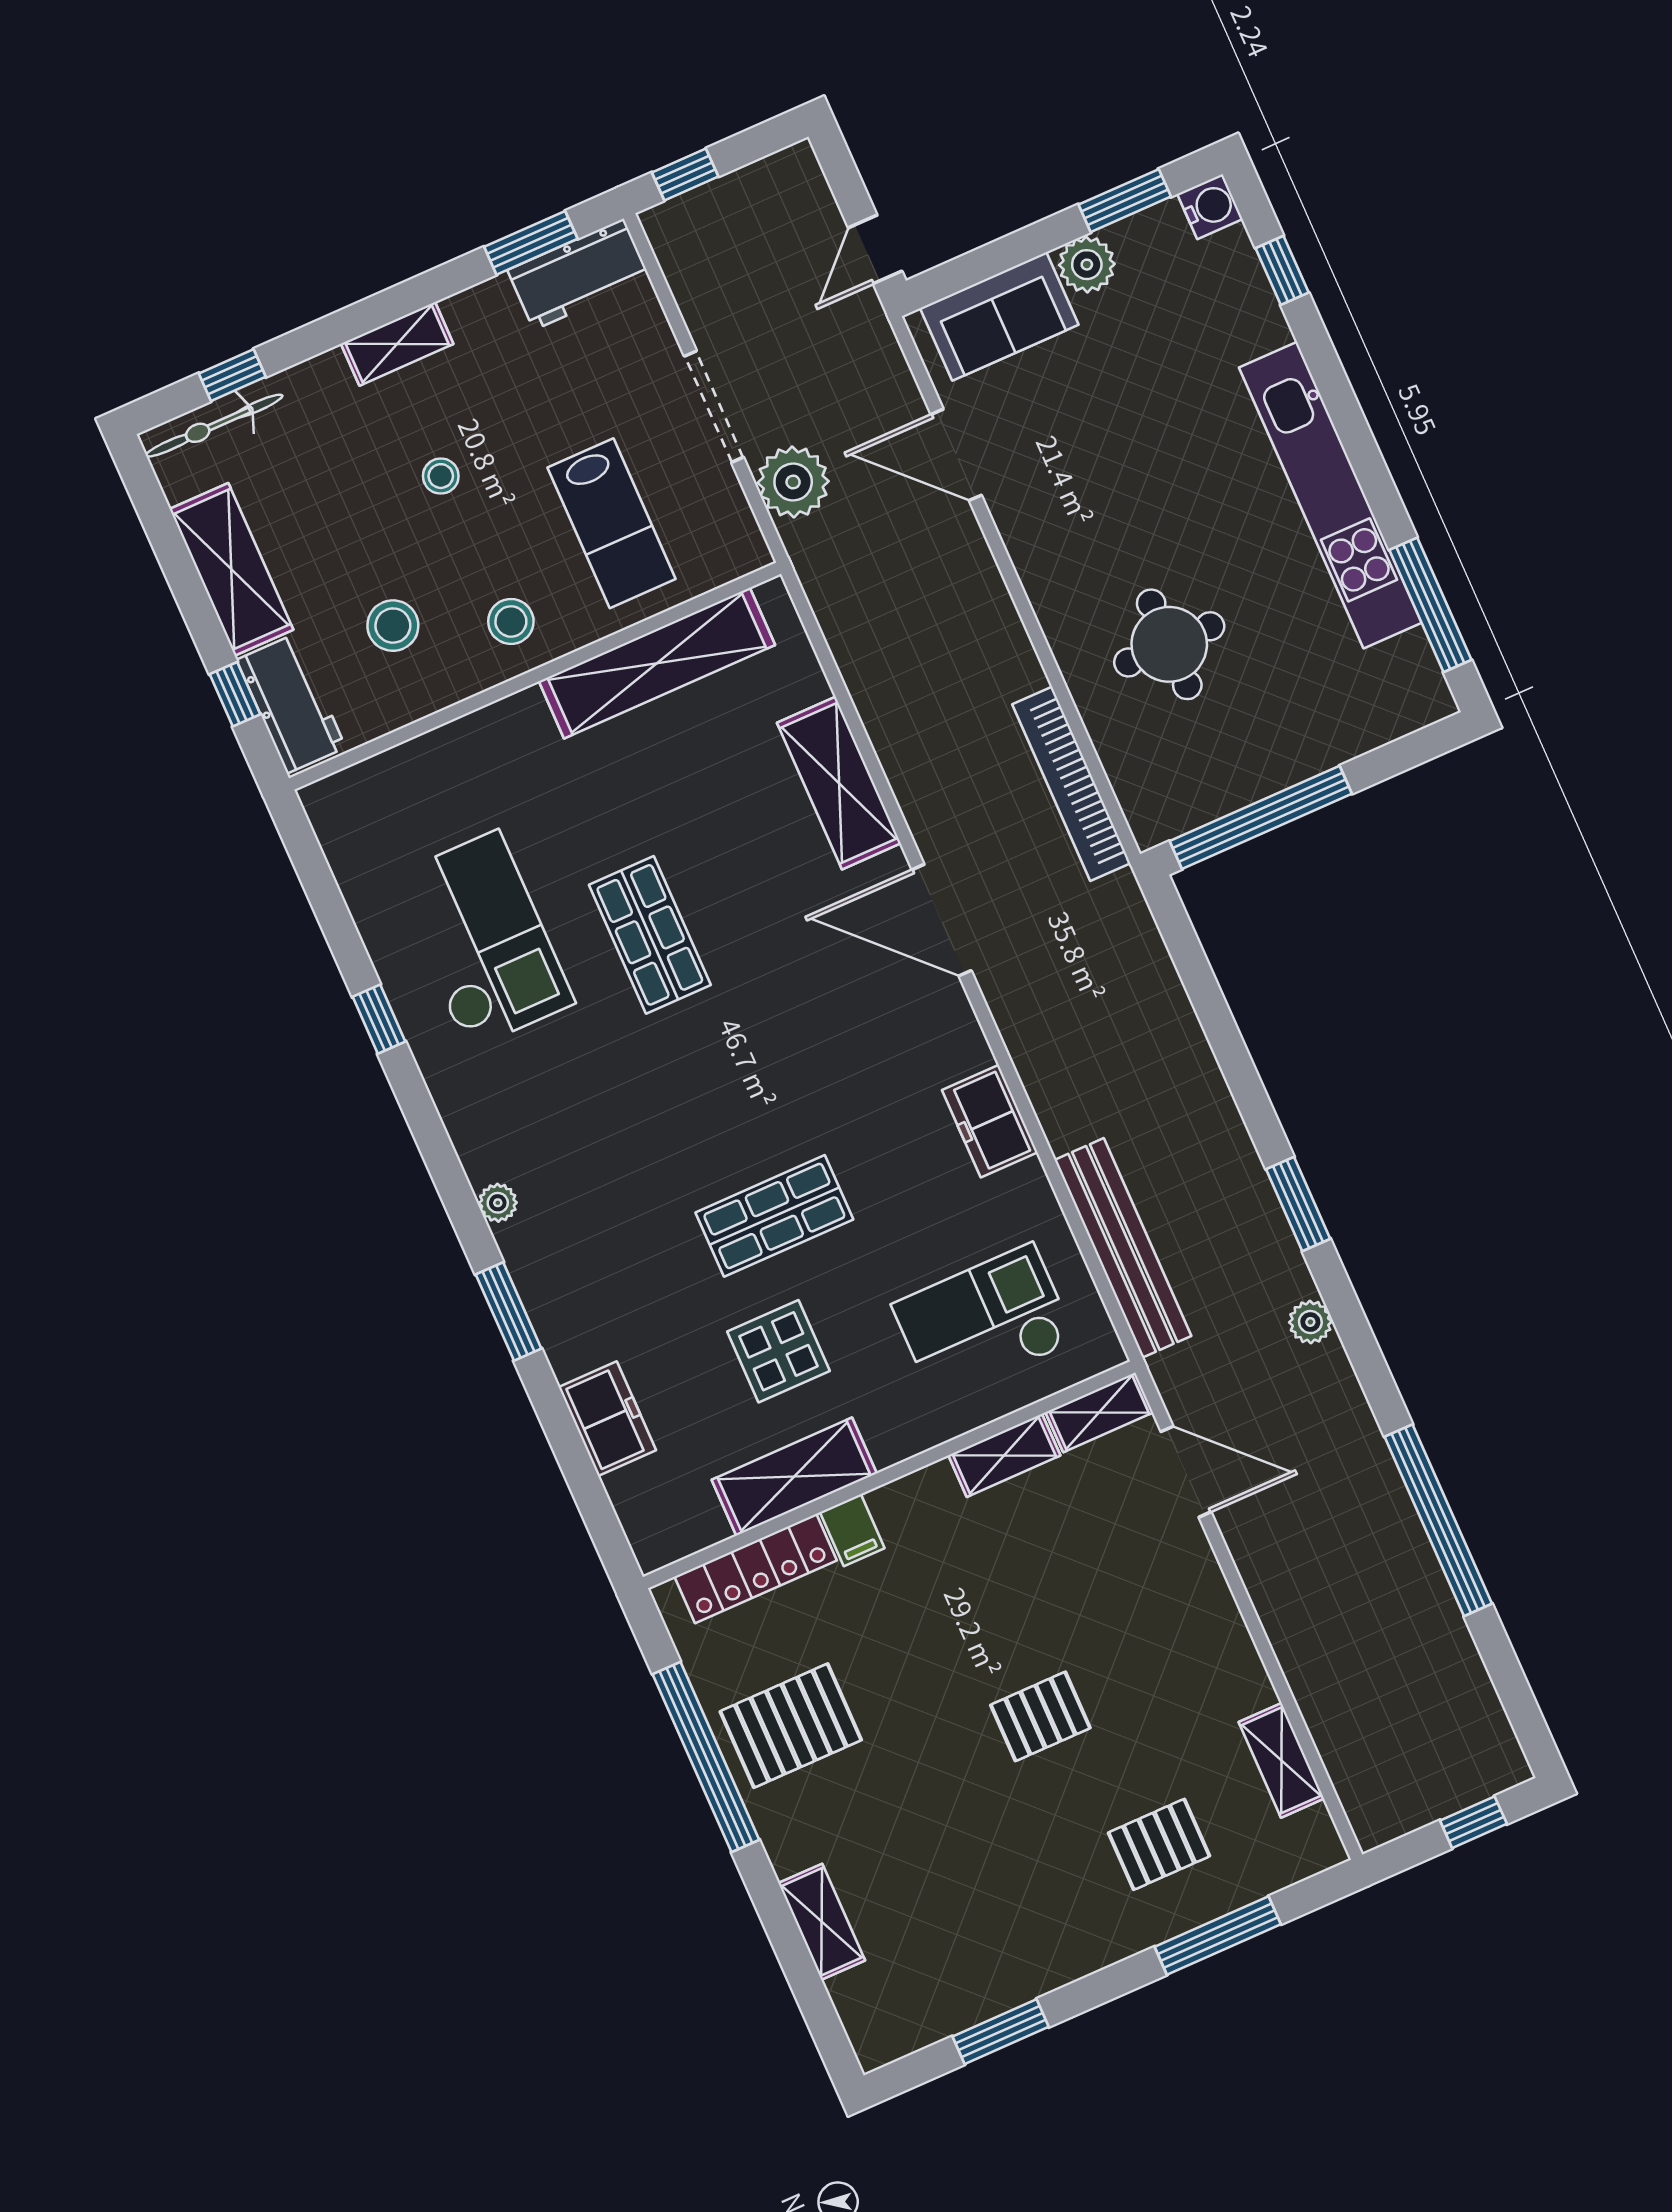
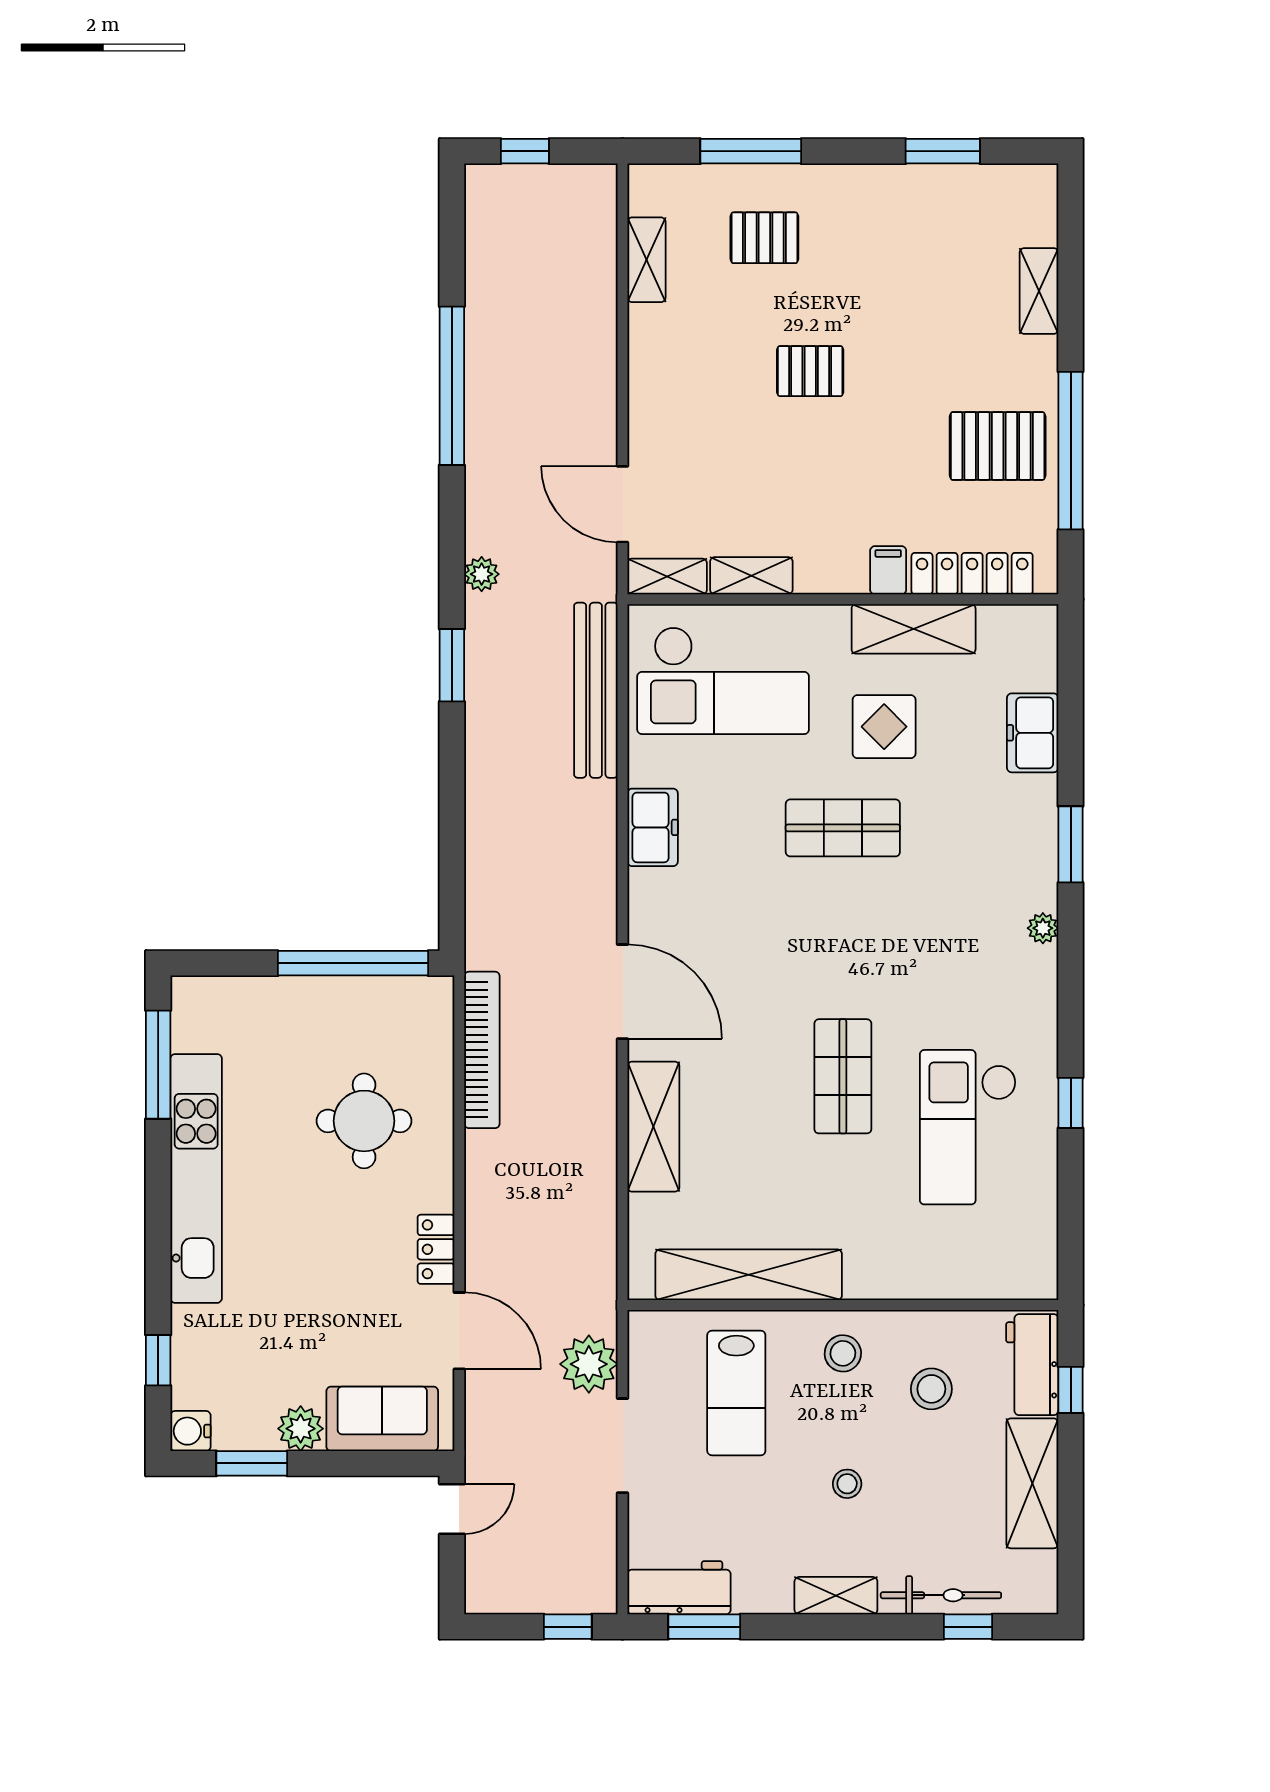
bicycle: (214, 426) -> (941, 1595), moved
lab bench: (612, 523) -> (736, 1393), turned 180
locker: (1023, 535) -> (436, 1249), added
checkout: (984, 1323) -> (723, 680), width x1.36, depth x1.21

